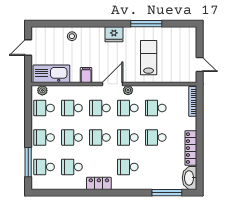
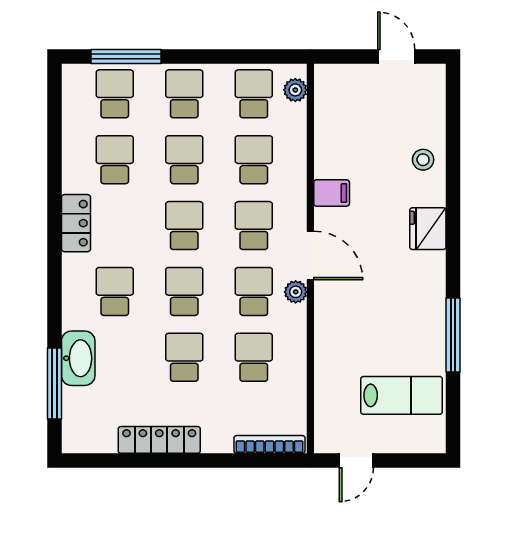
fridge: (114, 34) -> (428, 229), moved
lab bench: (149, 58) -> (402, 395), moved
kitchen sink: (51, 74) -> (334, 111), removed
washbasin: (189, 178) -> (78, 358), moved, turned 90

